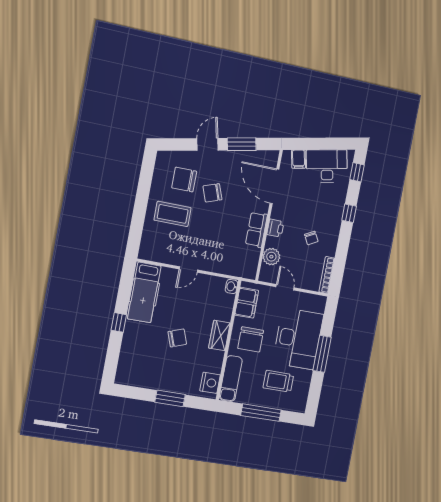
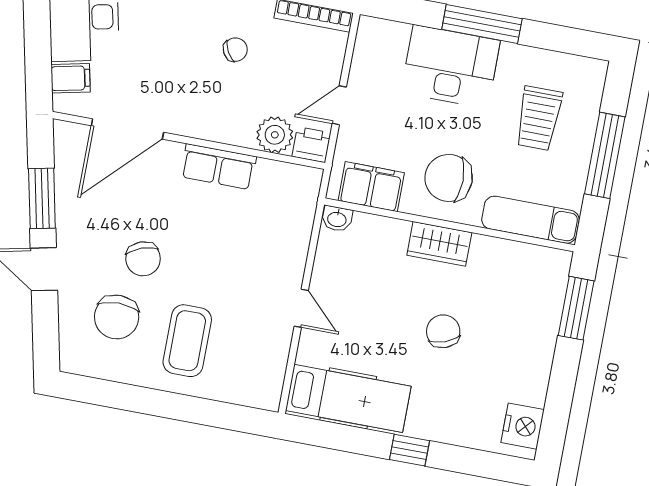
printer: (275, 228) -> (311, 145), moved
chair: (251, 339) -> (449, 178), turned 180
desk: (298, 339) -> (451, 67), width x0.73, depth x0.77
nightstand: (210, 383) -> (523, 426), moved, turned 90
window: (170, 398) -> (576, 308), moved

